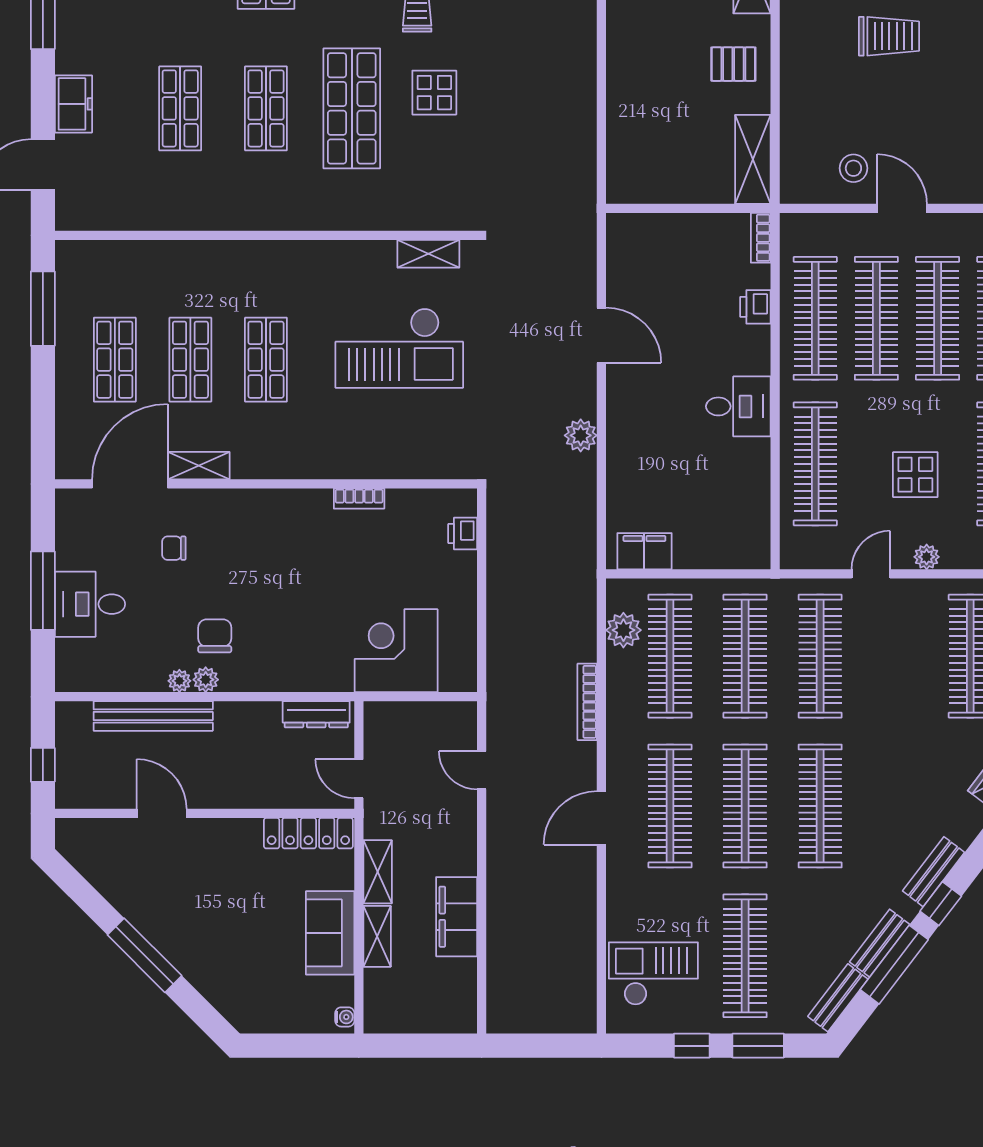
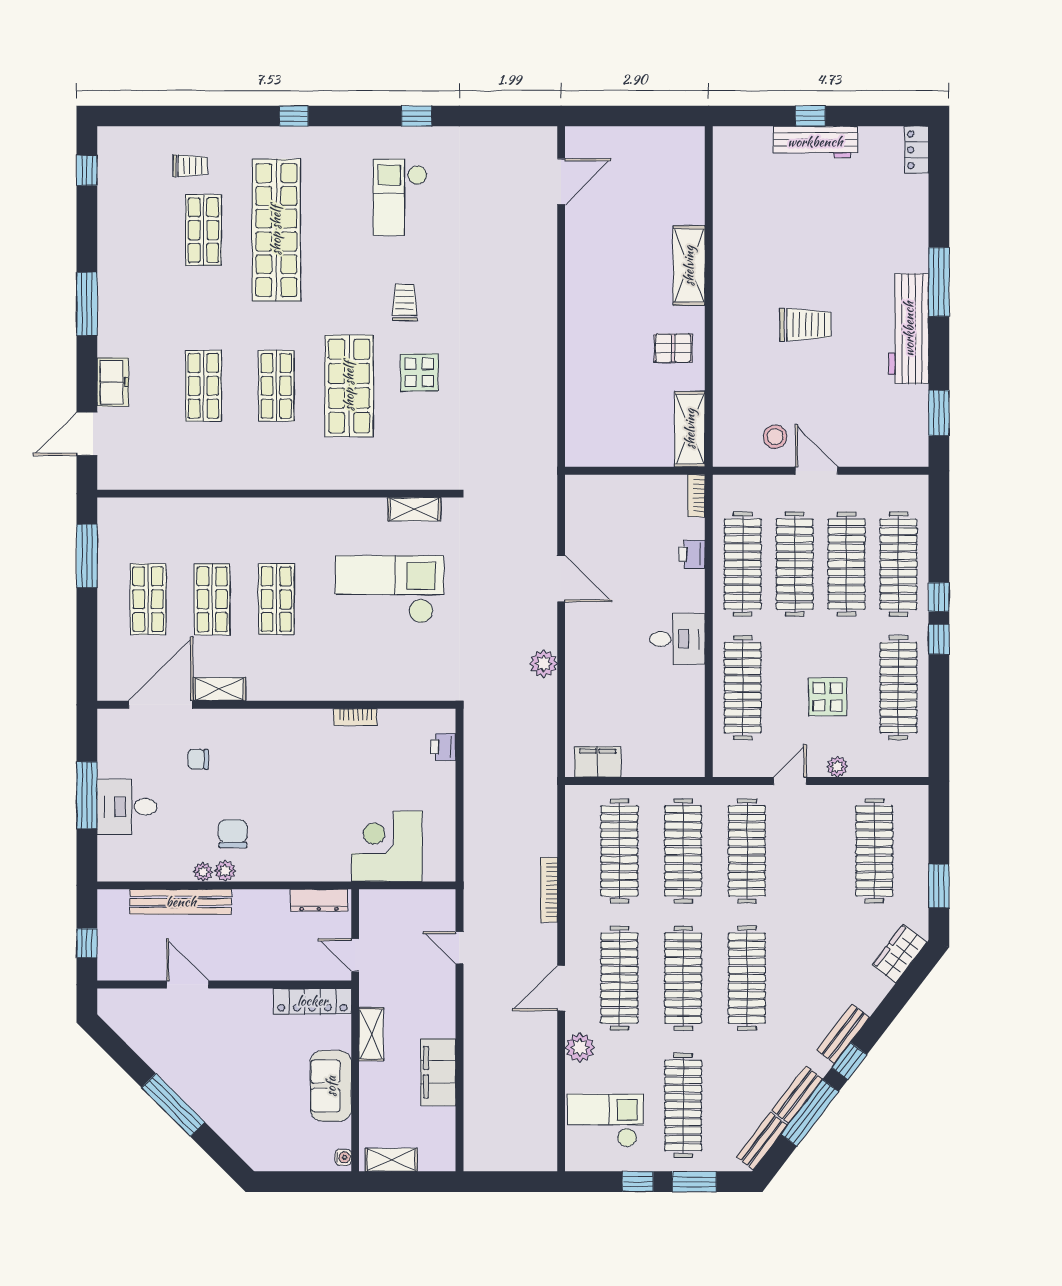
checkout: (399, 348) -> (389, 589), turned 180
plant: (623, 630) -> (580, 1047), moved
shelving: (377, 936) -> (391, 1160), moved, turned 90

